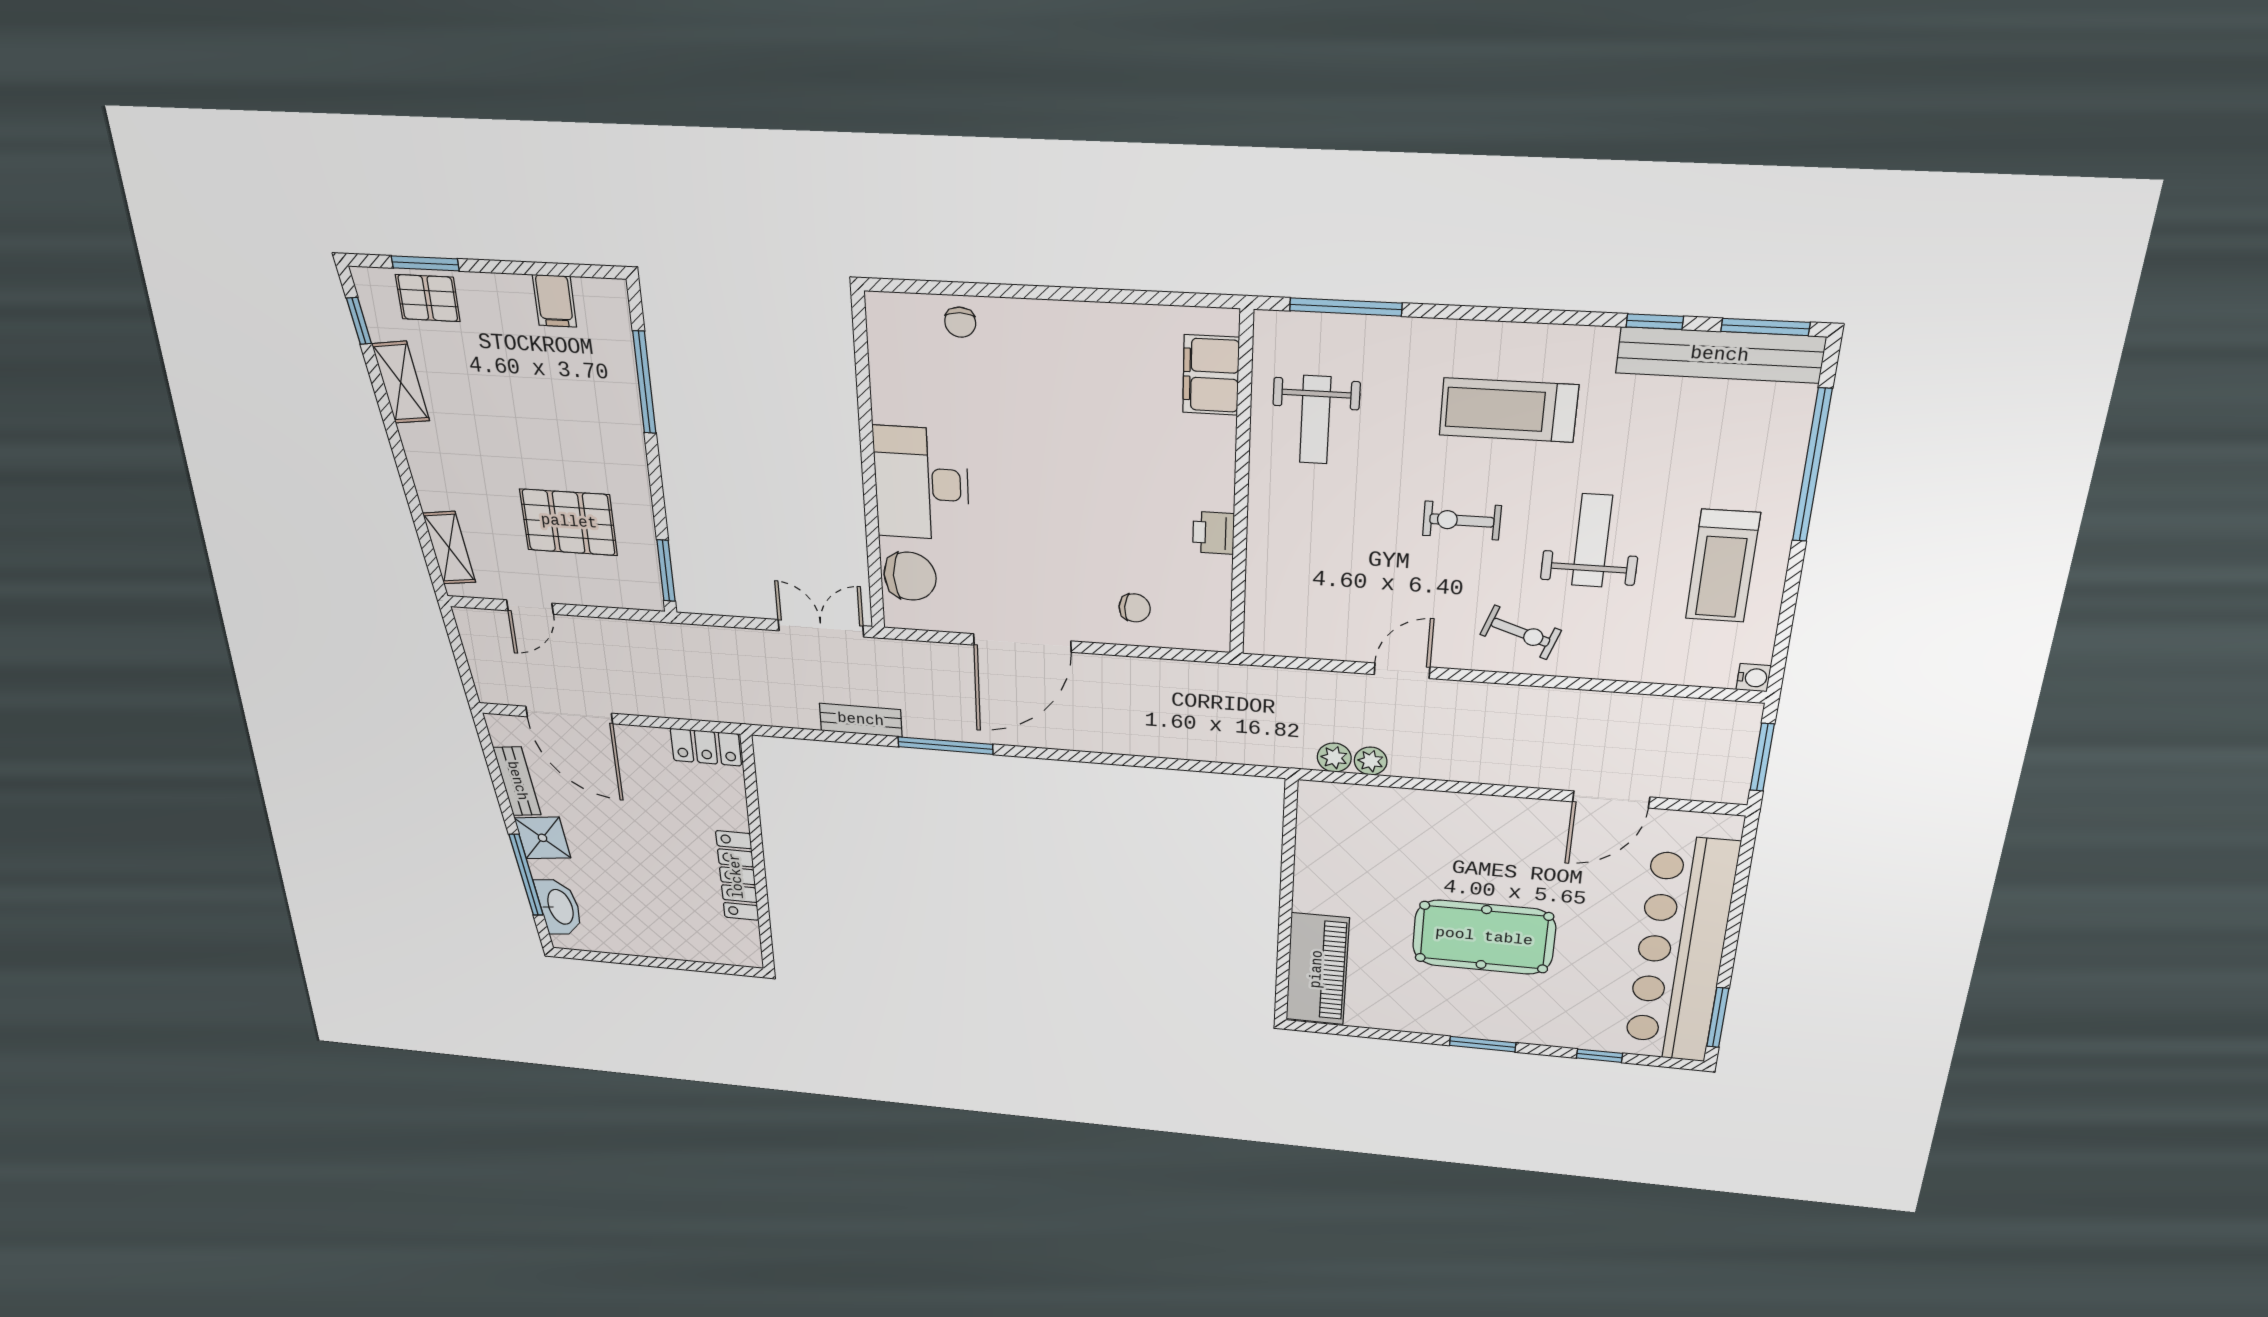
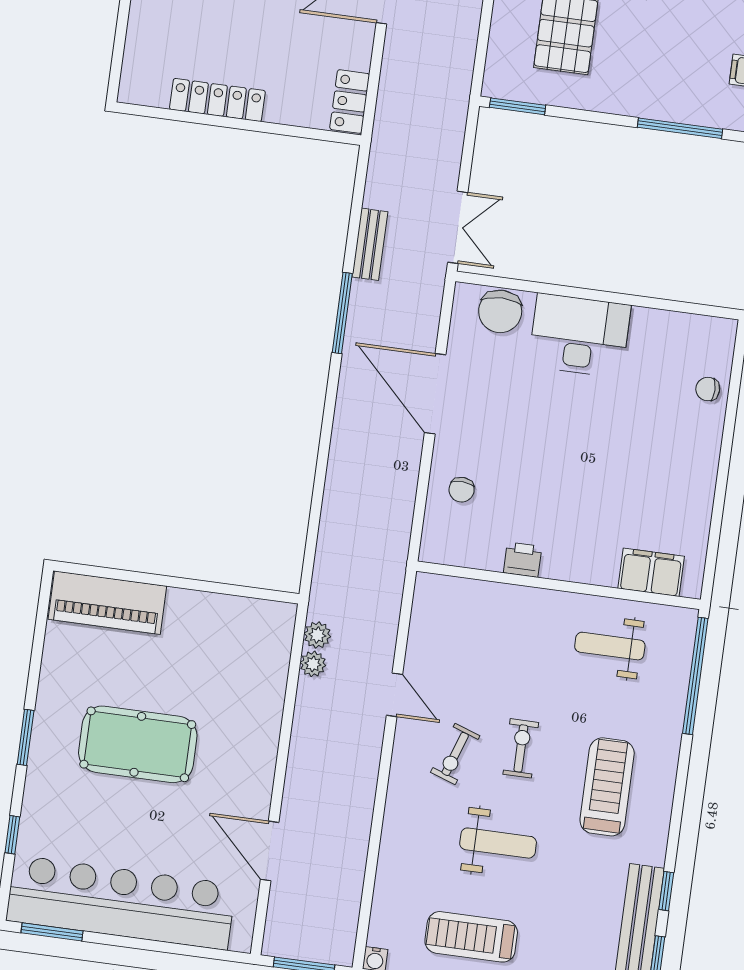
window: (1346, 307) -> (695, 676), width x1.46
exercise bike: (1521, 632) -> (455, 754), moved
pool table: (1484, 937) -> (138, 744), turned 90

